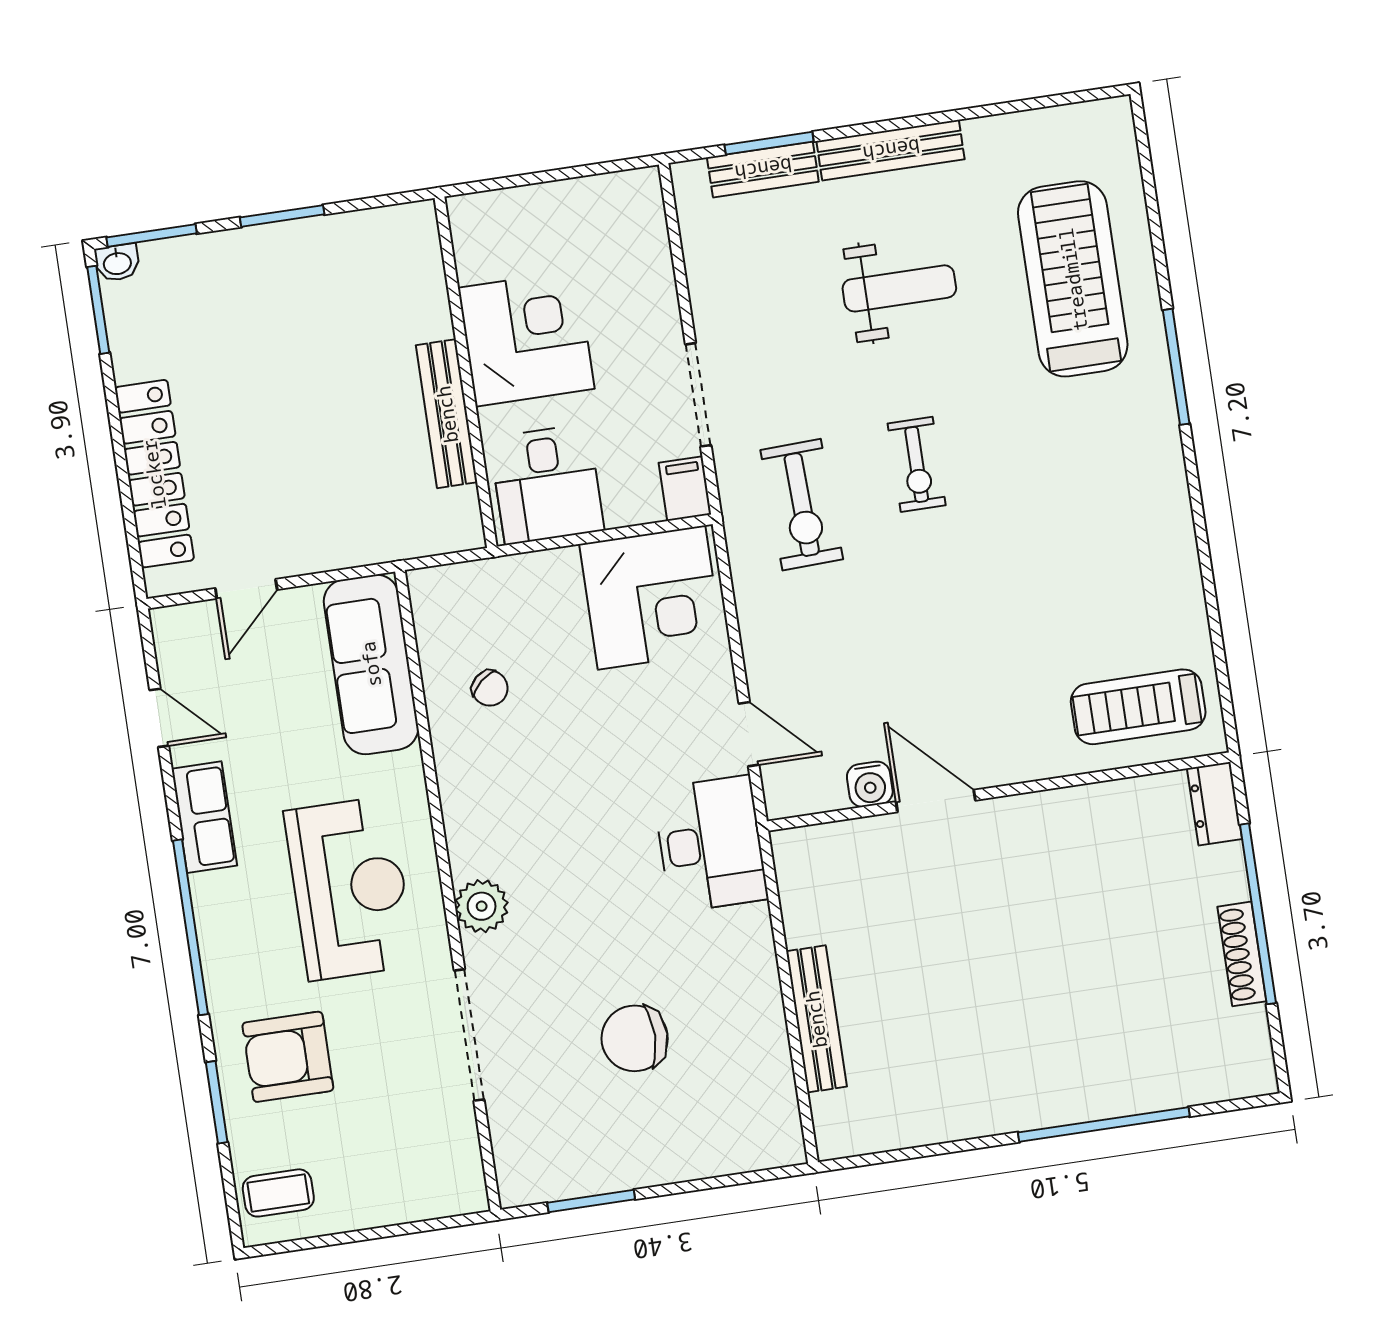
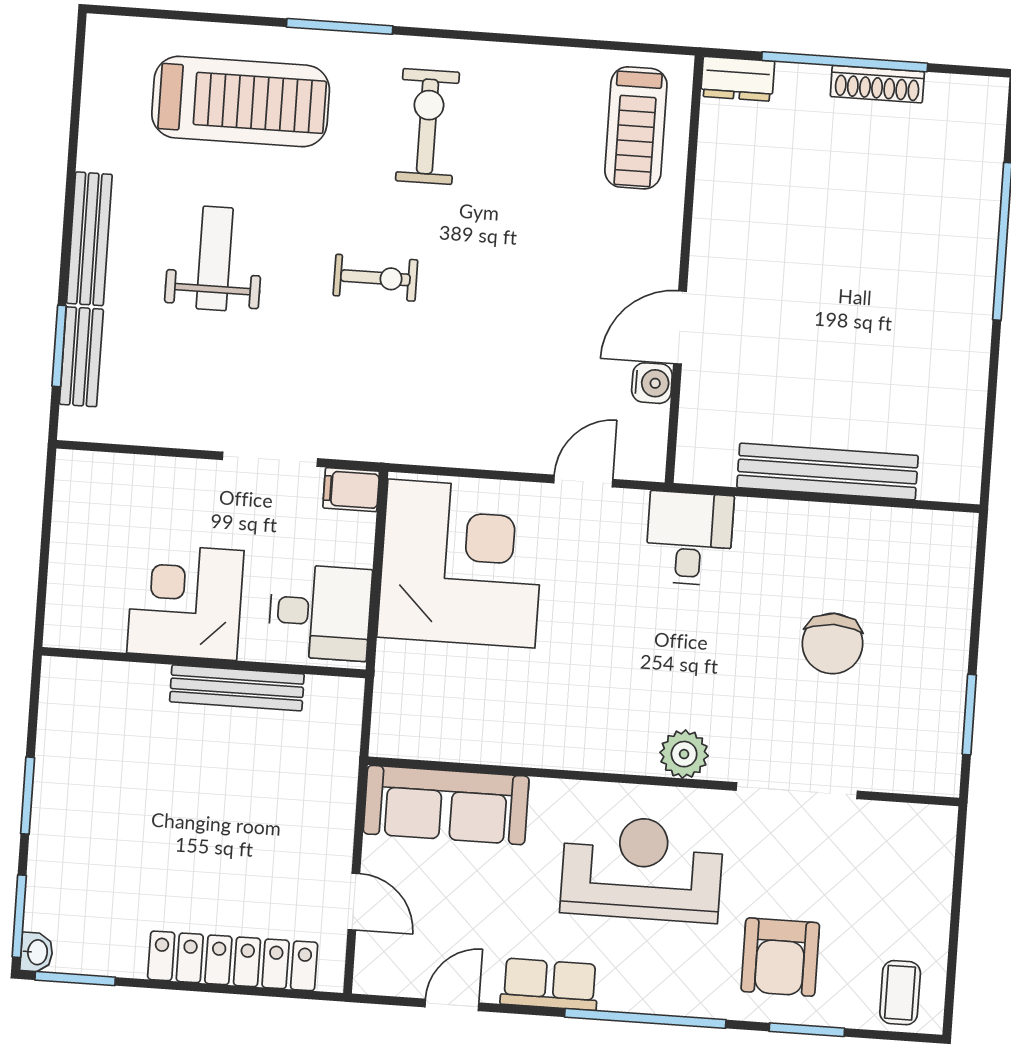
treadmill: (1073, 279) -> (241, 102), turned 180
exercise bike: (802, 505) -> (427, 126), moved, turned -88
corner desk: (651, 598) -> (461, 564), width x1.36, depth x1.36
chair: (490, 688) -> (491, 704), removed
desk: (710, 844) -> (689, 538), width x0.73
bench: (816, 1019) -> (827, 472), width x1.37, depth x1.21

